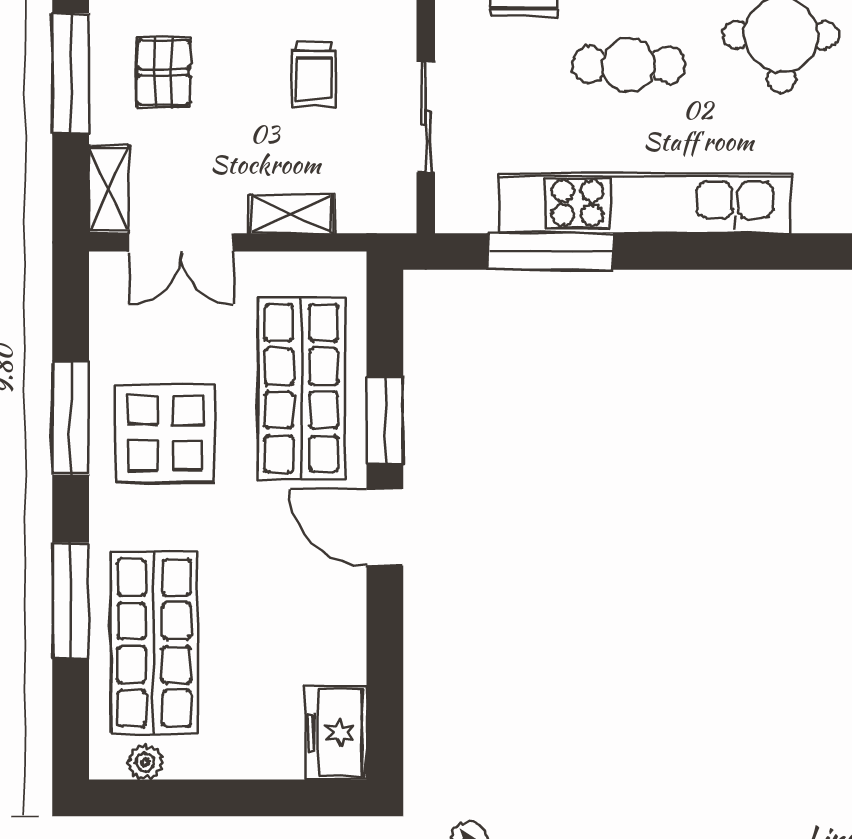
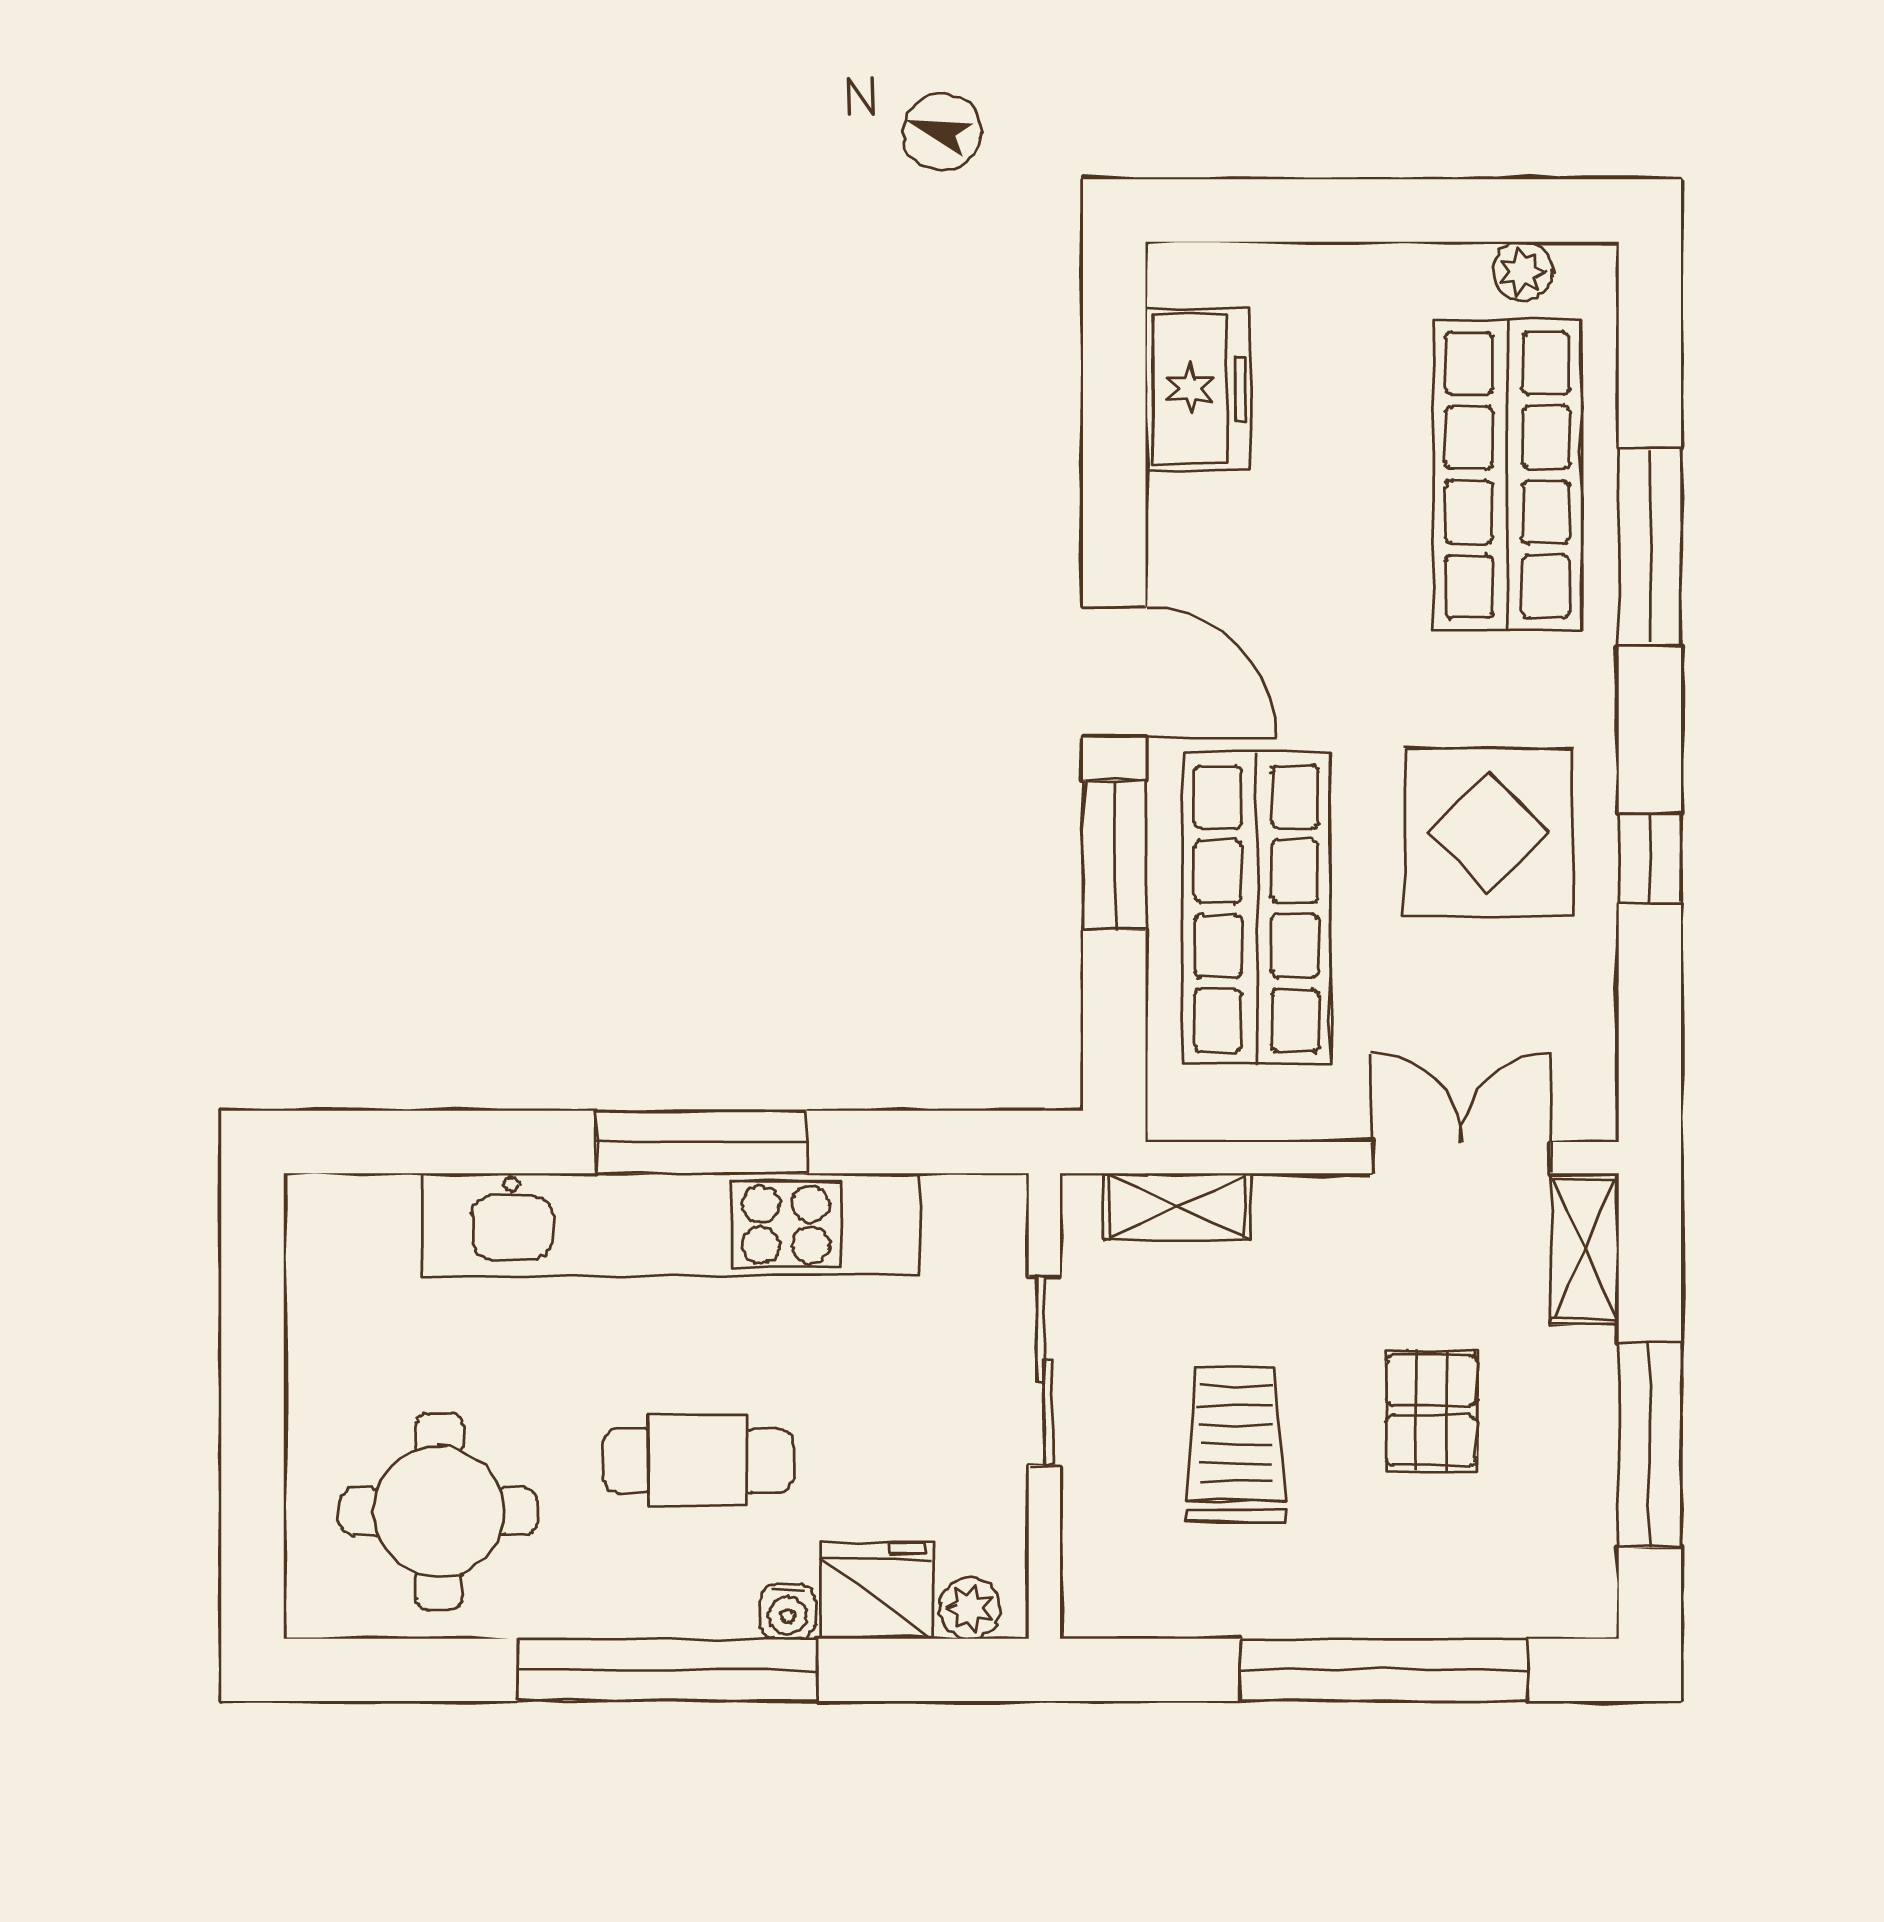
pallet: (164, 72) -> (1431, 1411), moved
trolley: (313, 74) -> (1236, 1445), width x1.36, depth x1.39
shelving: (291, 214) -> (1177, 1206), moved
window: (551, 251) -> (702, 1142), moved
window: (71, 418) -> (1650, 858), width x0.46
freezer: (336, 732) -> (1198, 389), moved

